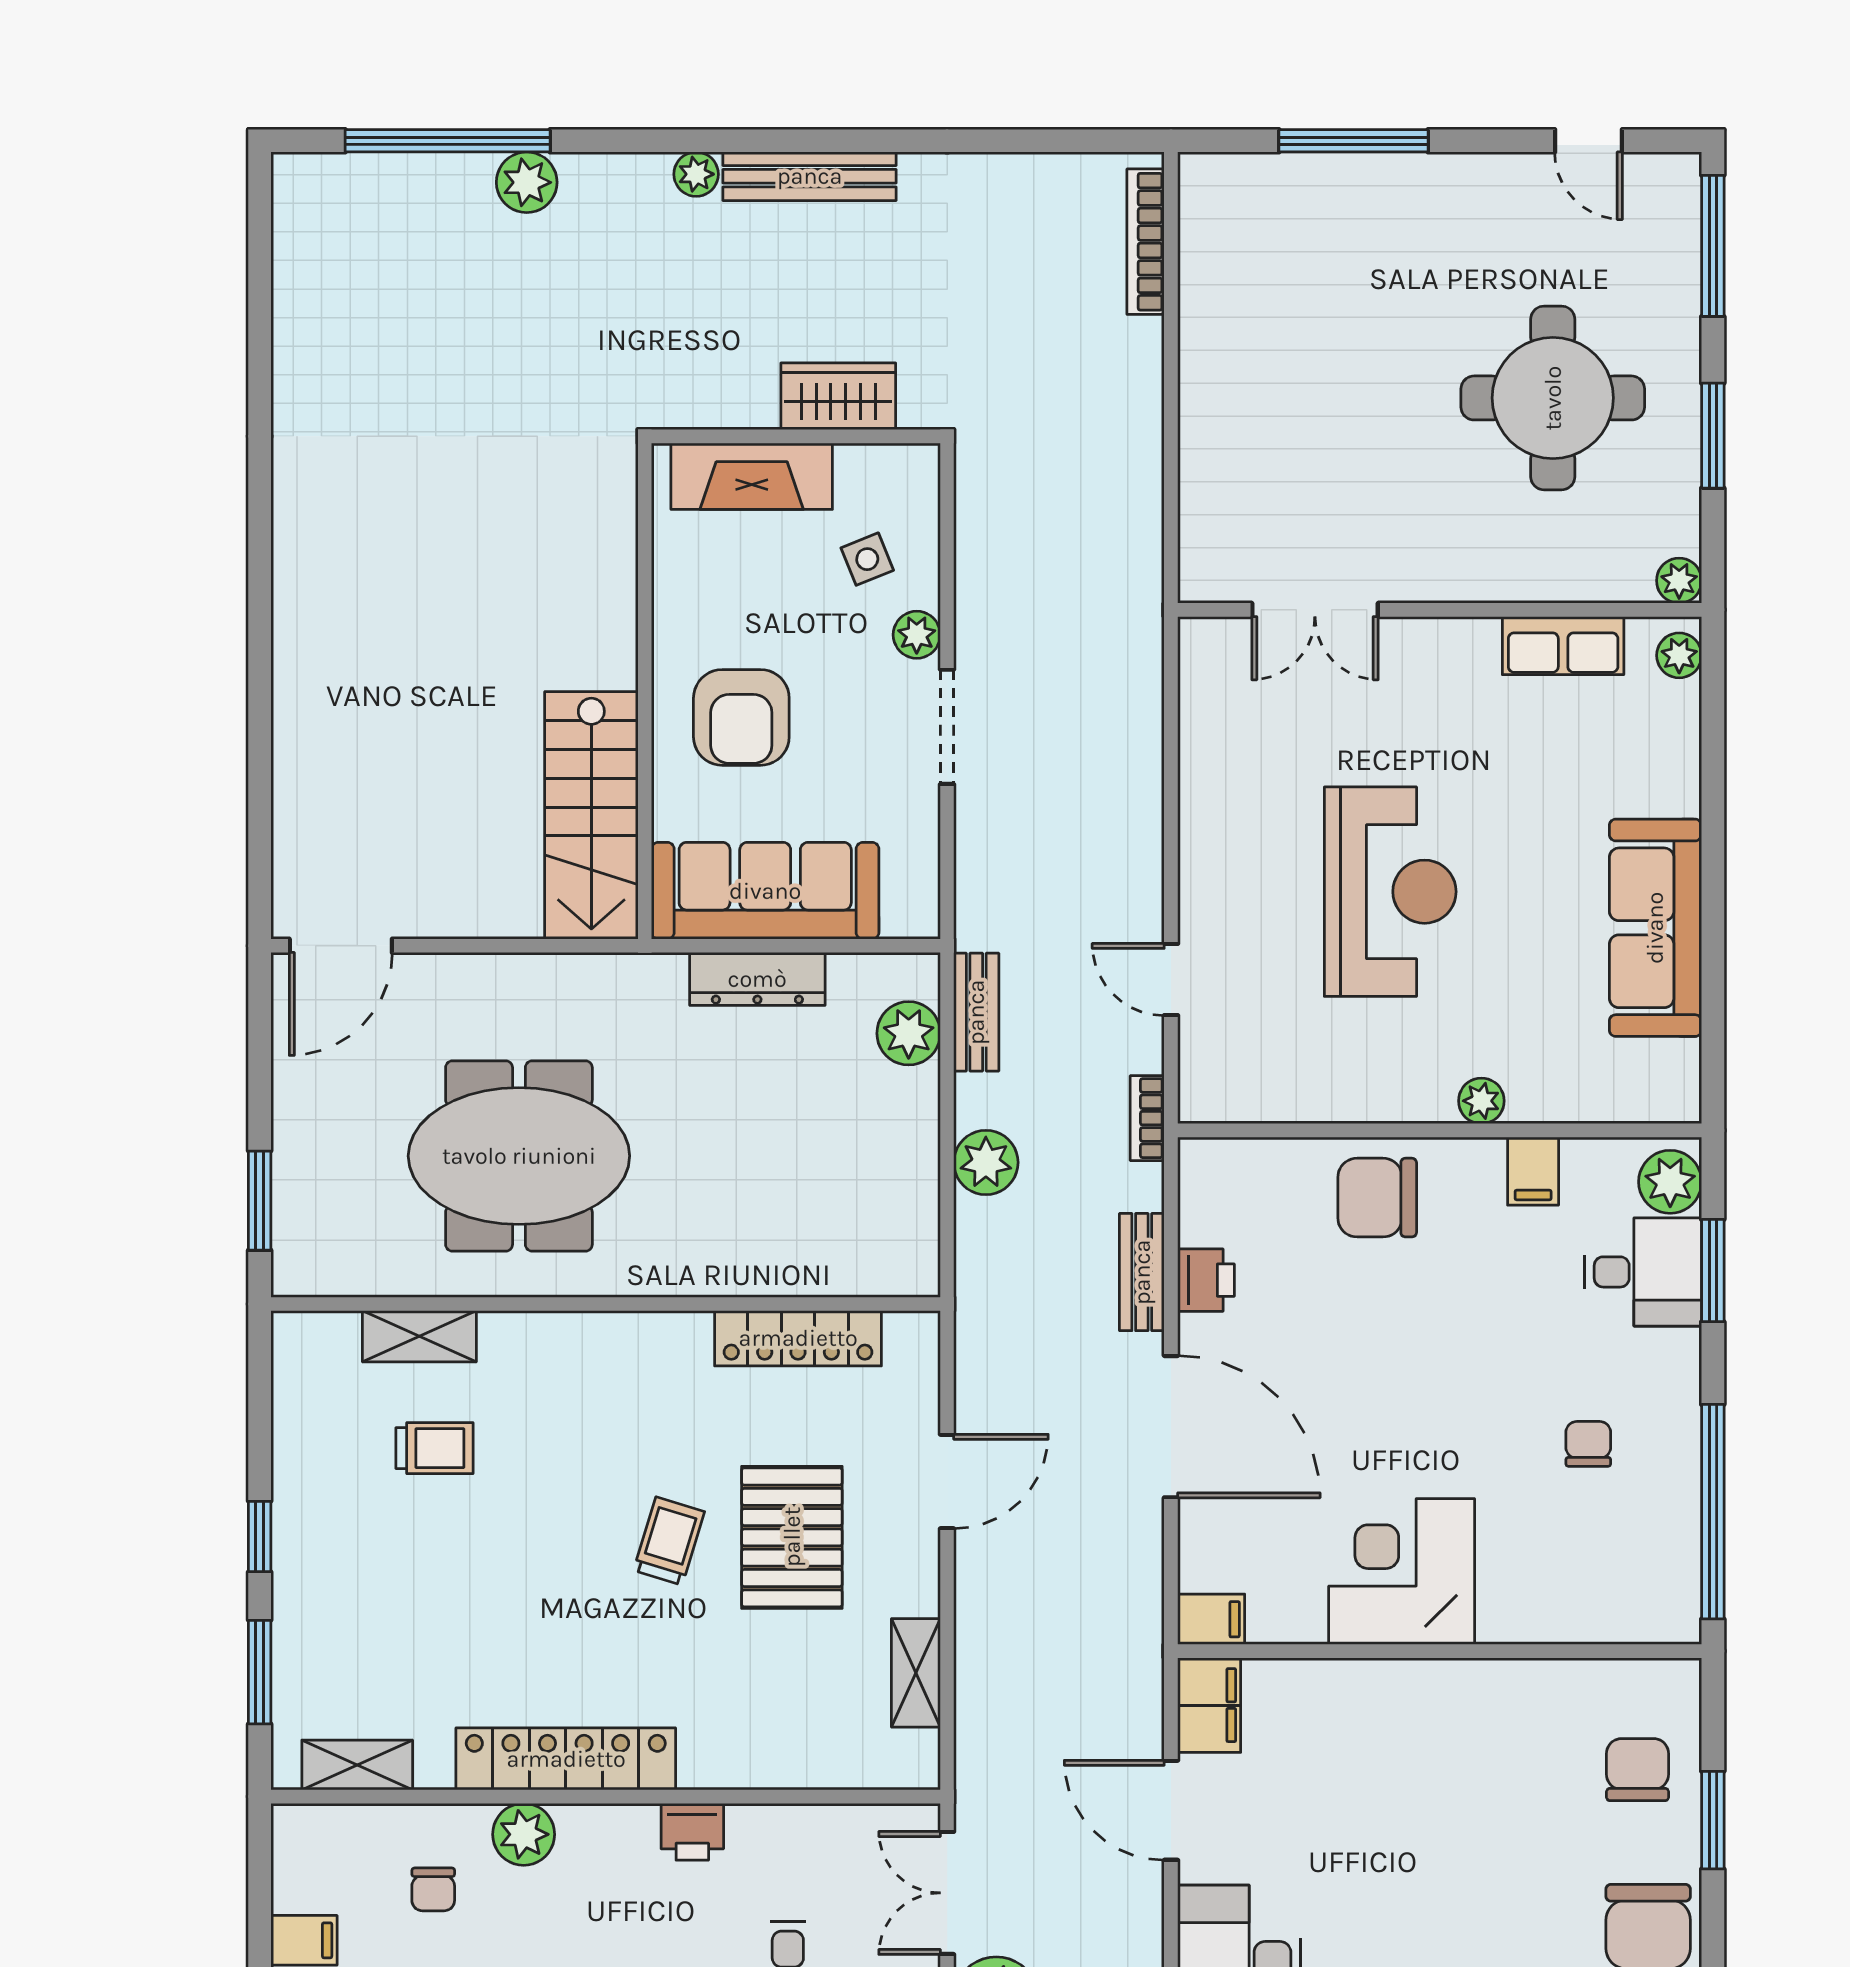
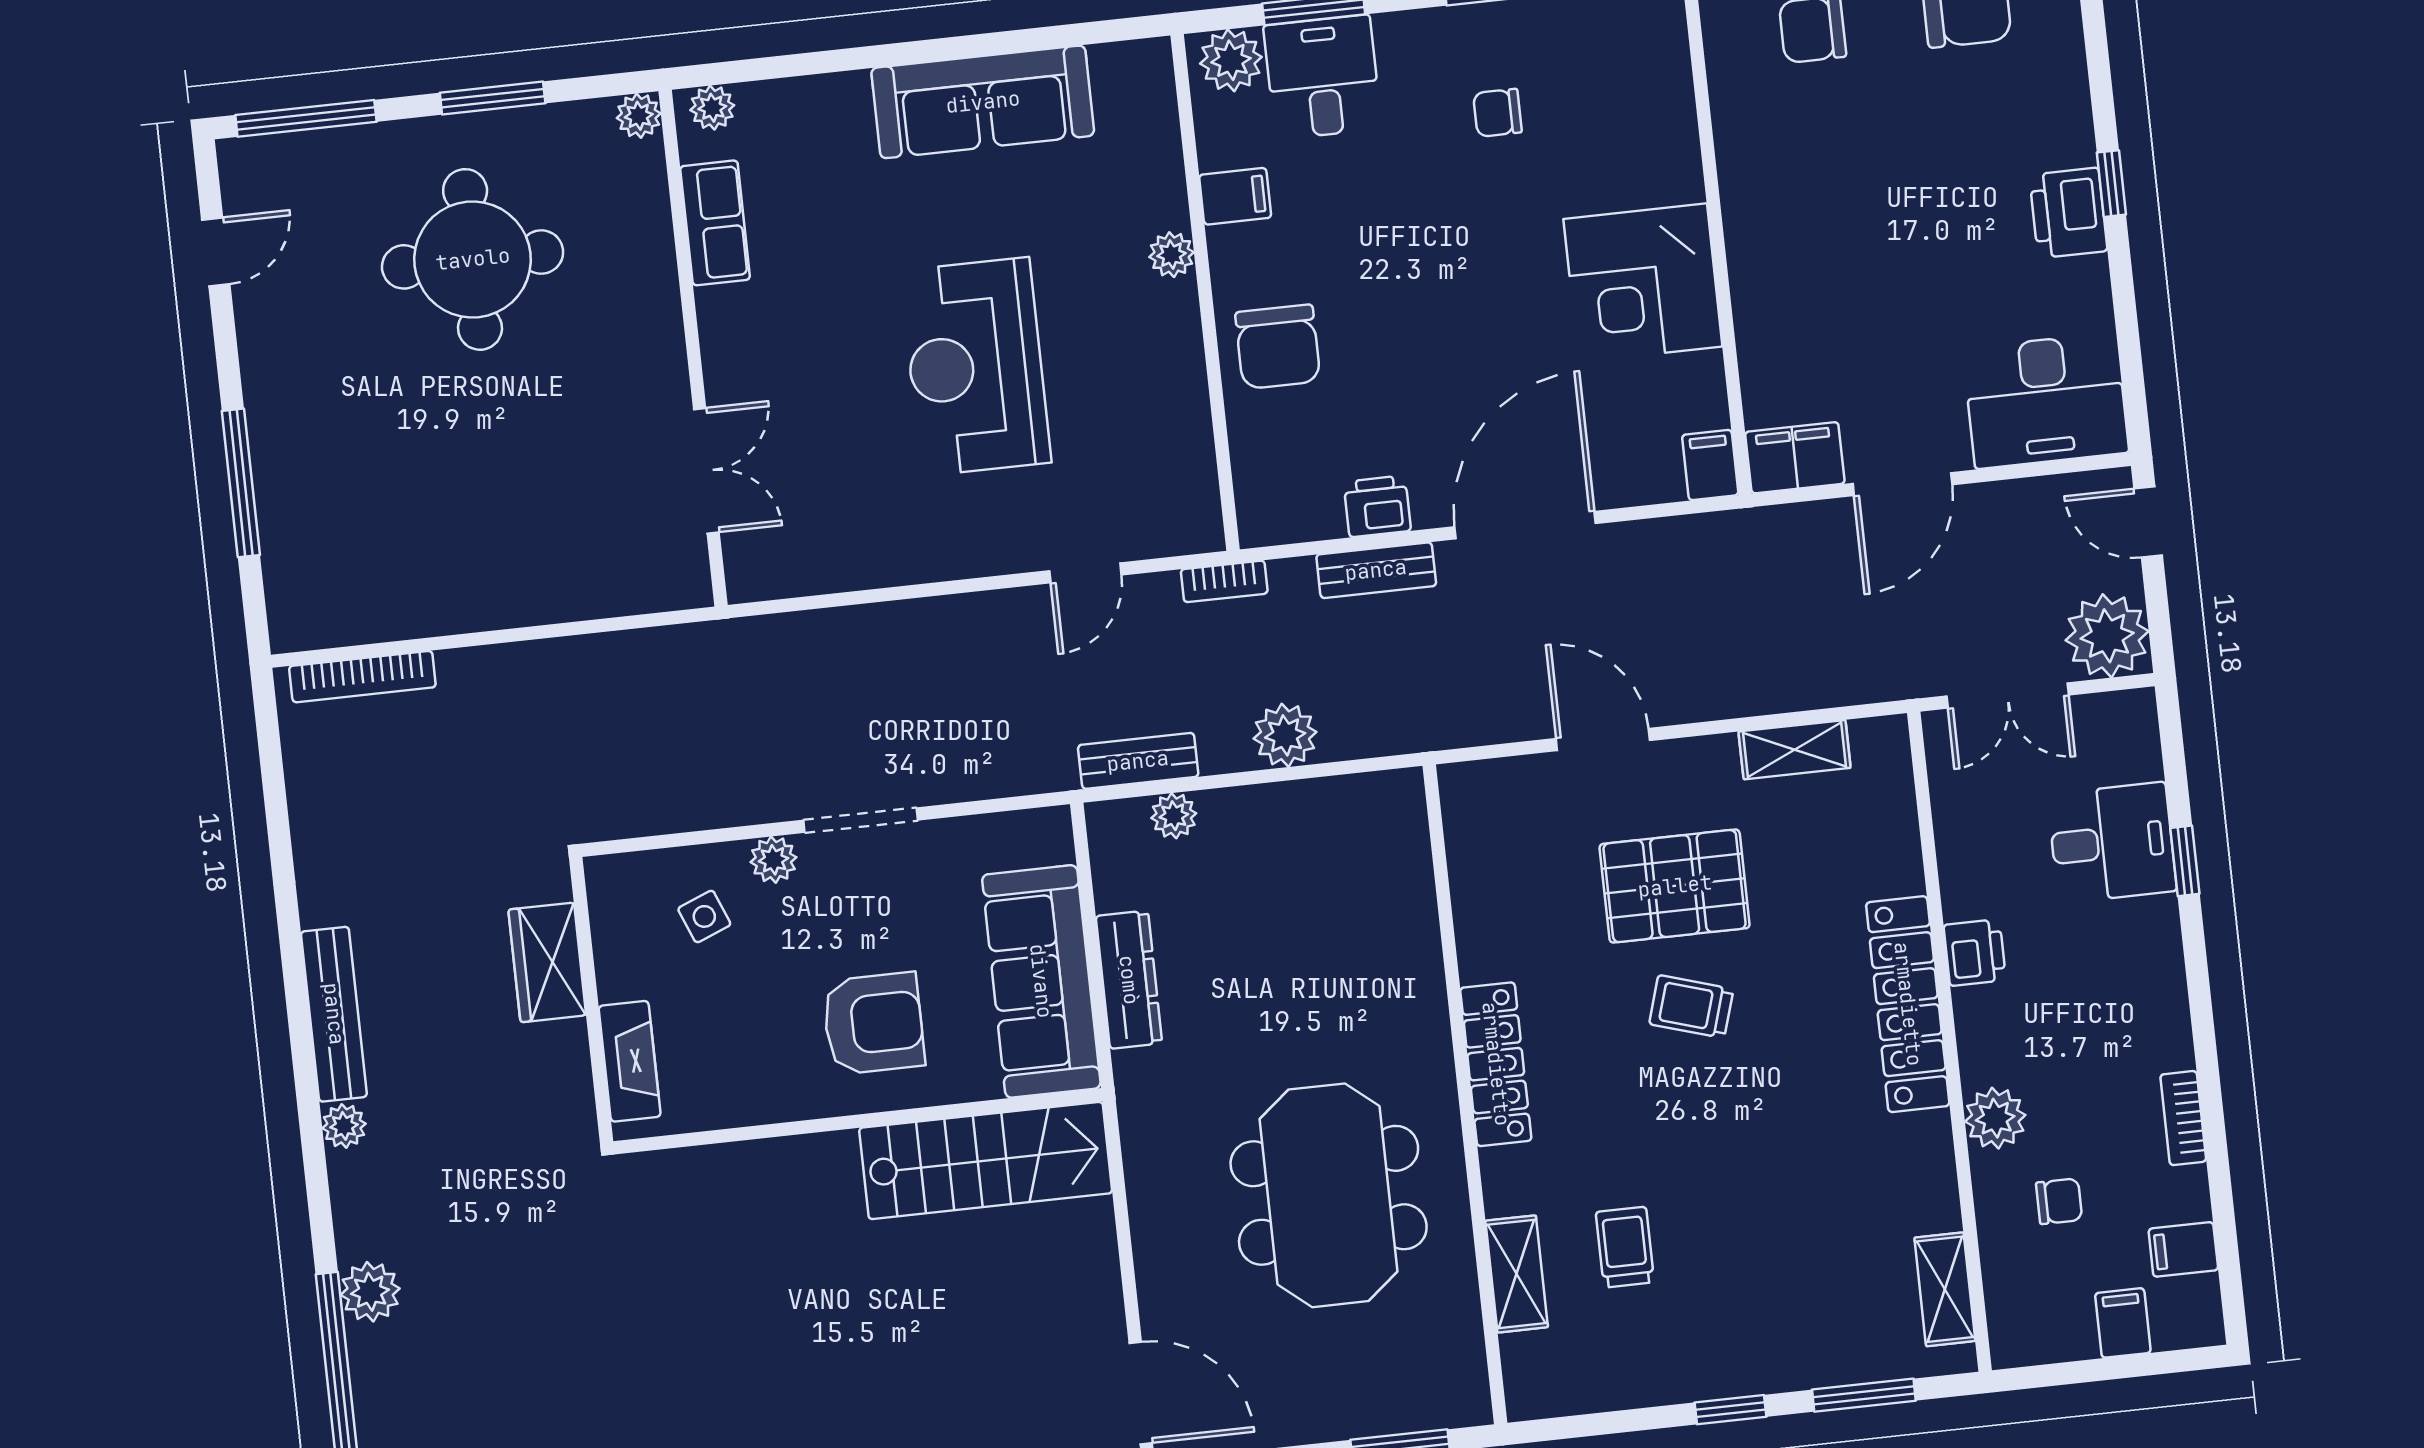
fireplace: (752, 476) -> (630, 1061), width x0.73, depth x0.76
reception desk: (1390, 892) -> (976, 367), turned -90
plant: (909, 1033) -> (1174, 816), width x0.73, depth x0.73
locker: (798, 1338) -> (1496, 1064), moved
locker: (566, 1759) -> (1908, 1004), moved

